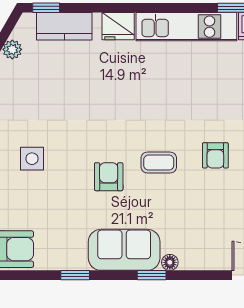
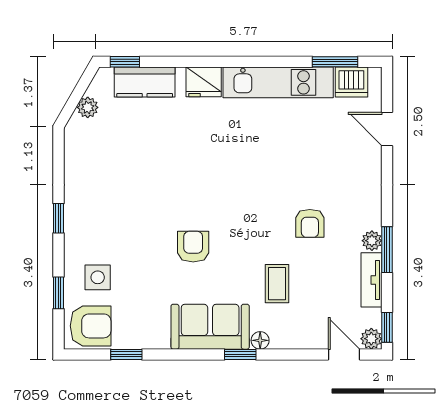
side table: (32, 159) -> (98, 277), moved
coffee table: (159, 163) -> (277, 284), moved, turned 90
window: (75, 275) -> (126, 354), moved

